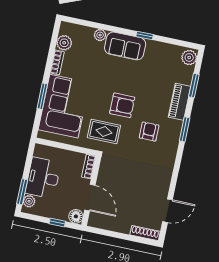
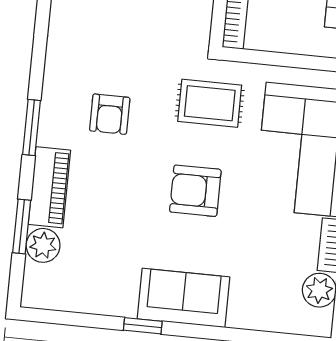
plant: (100, 35) -> (242, 316), removed
plant: (189, 58) -> (43, 245), moved
armchair: (122, 105) -> (195, 191), moved

